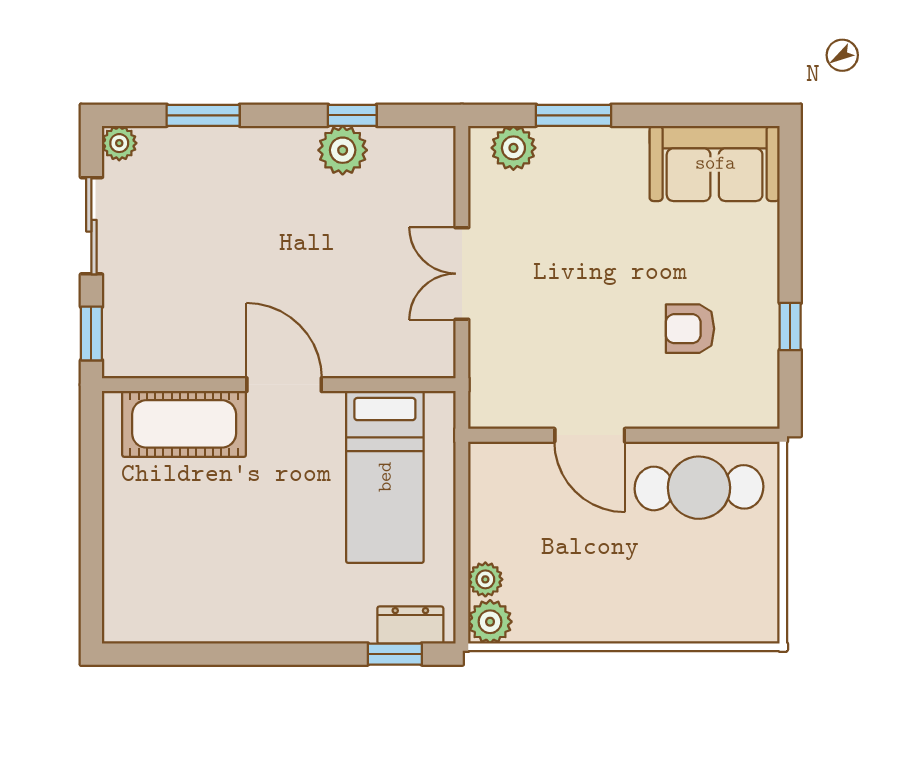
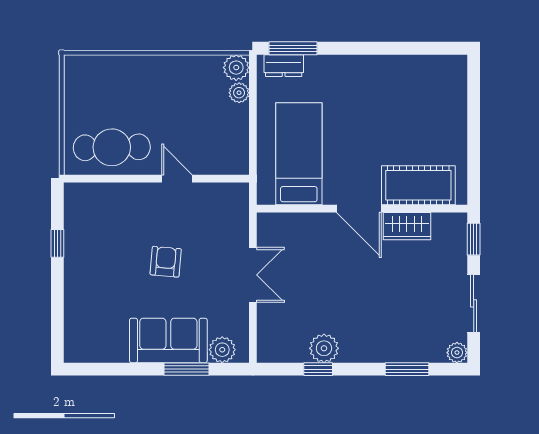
sofa: (715, 163) -> (168, 340), moved
armchair: (690, 329) -> (166, 262), moved, turned -85
wardrobe: (203, 355) -> (407, 226), added
door: (590, 435) -> (177, 179), width x0.73
window: (395, 654) -> (293, 48), width x1.50

